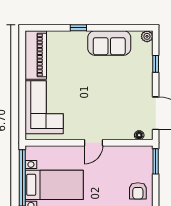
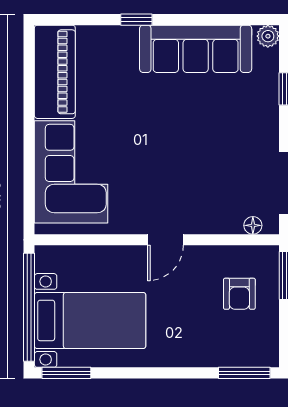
sofa: (109, 43) -> (196, 49), width x1.36
armchair: (138, 191) -> (239, 294), moved

